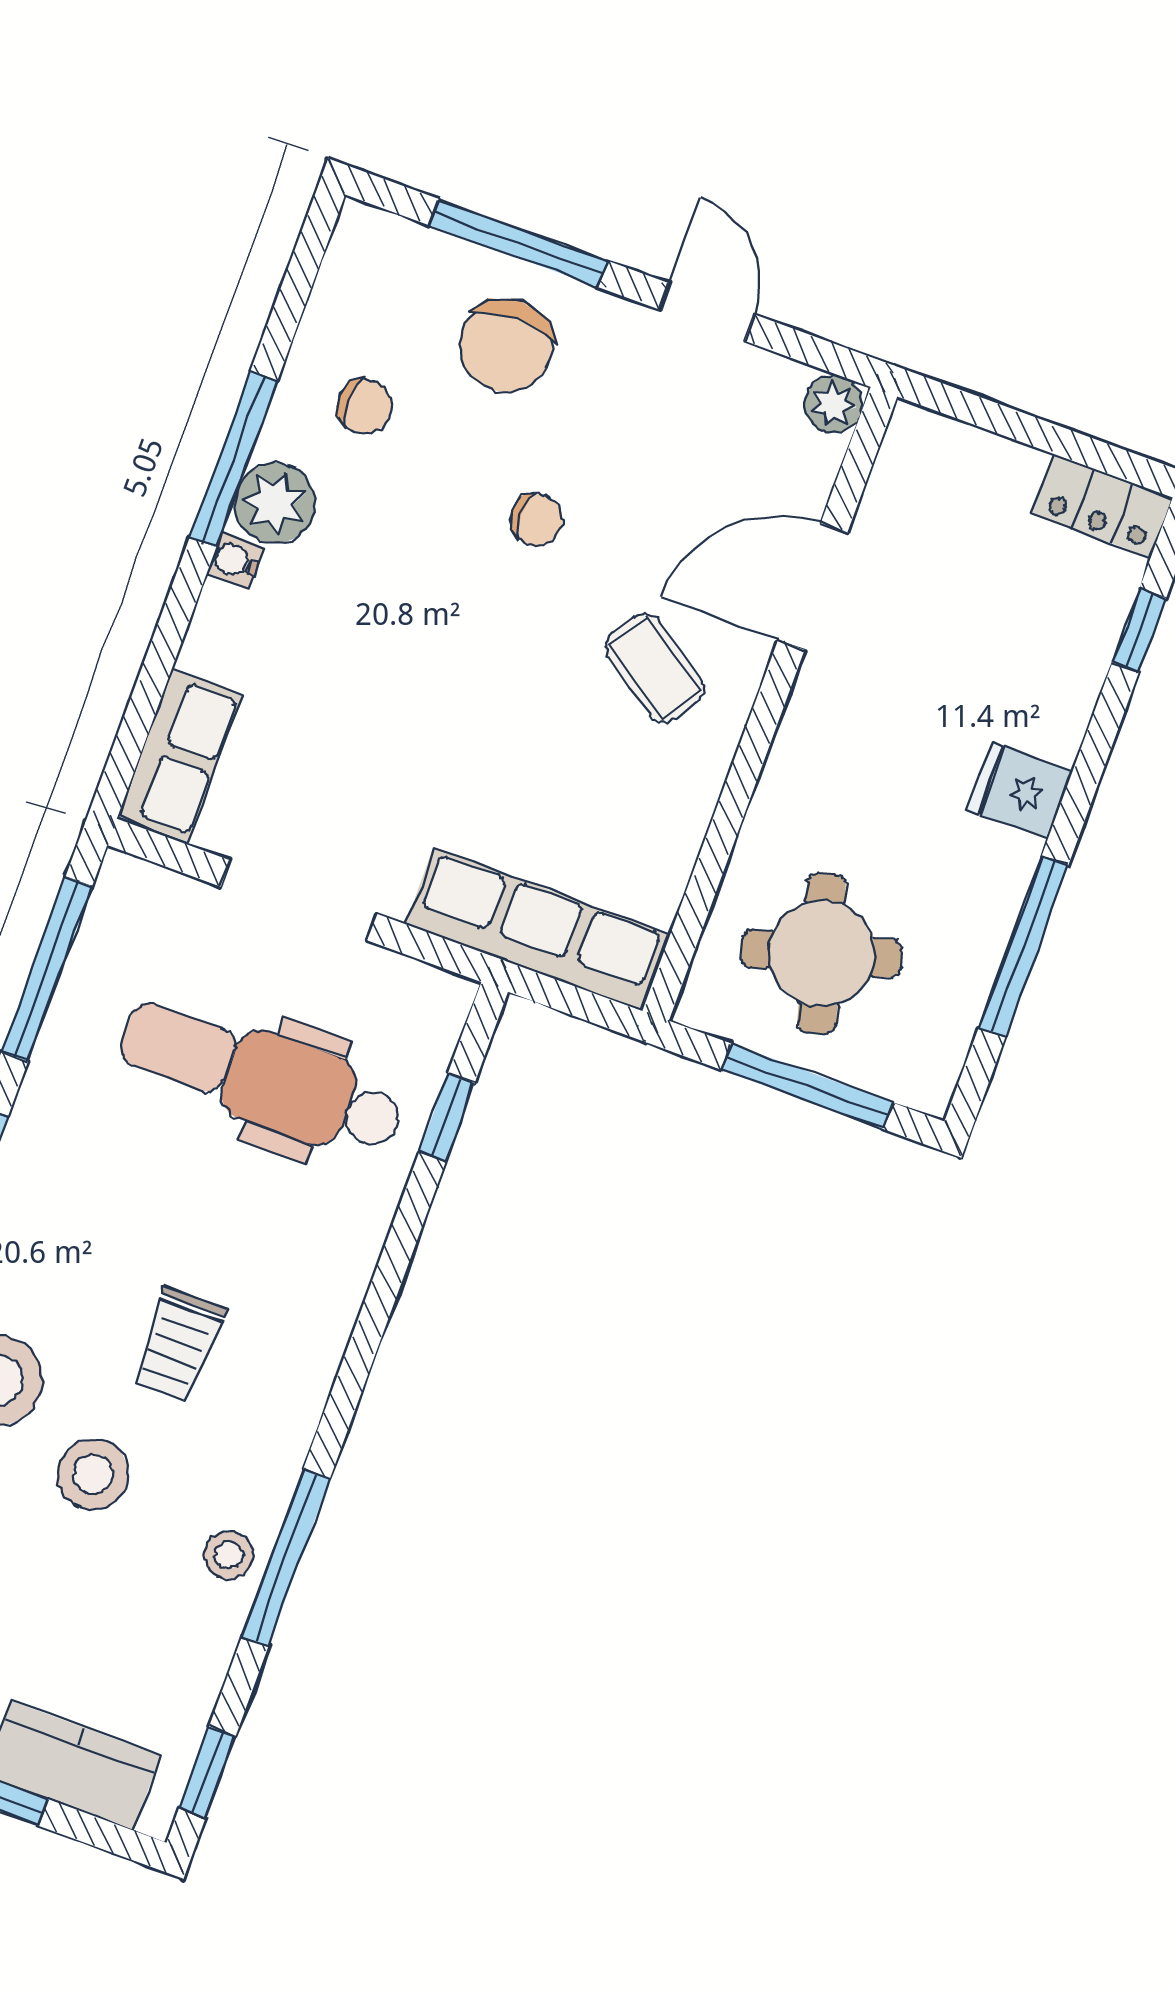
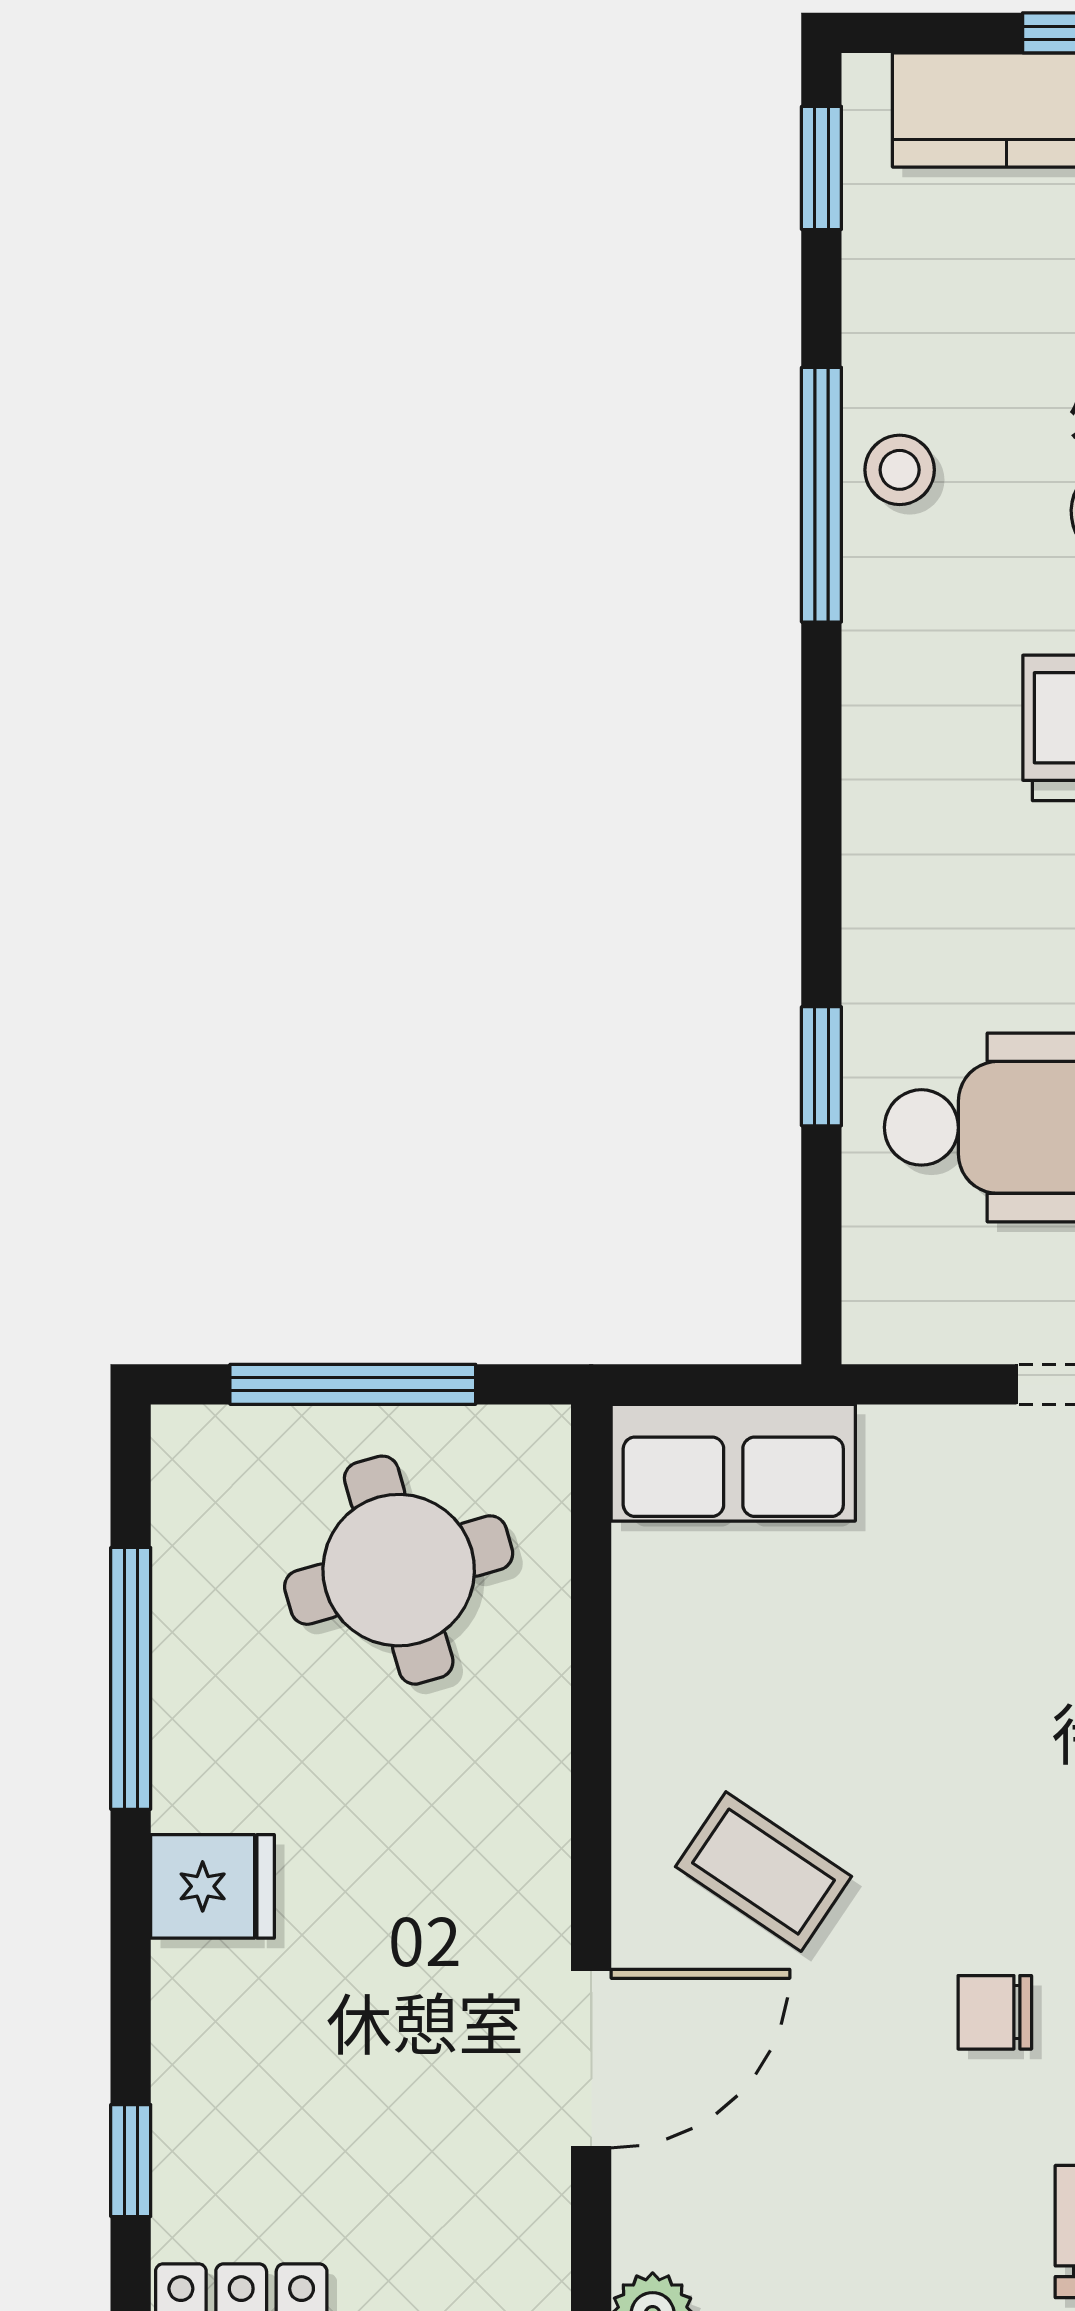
row of seats: (538, 929) -> (733, 1463), width x0.68
window: (447, 1117) -> (821, 1066), moved

